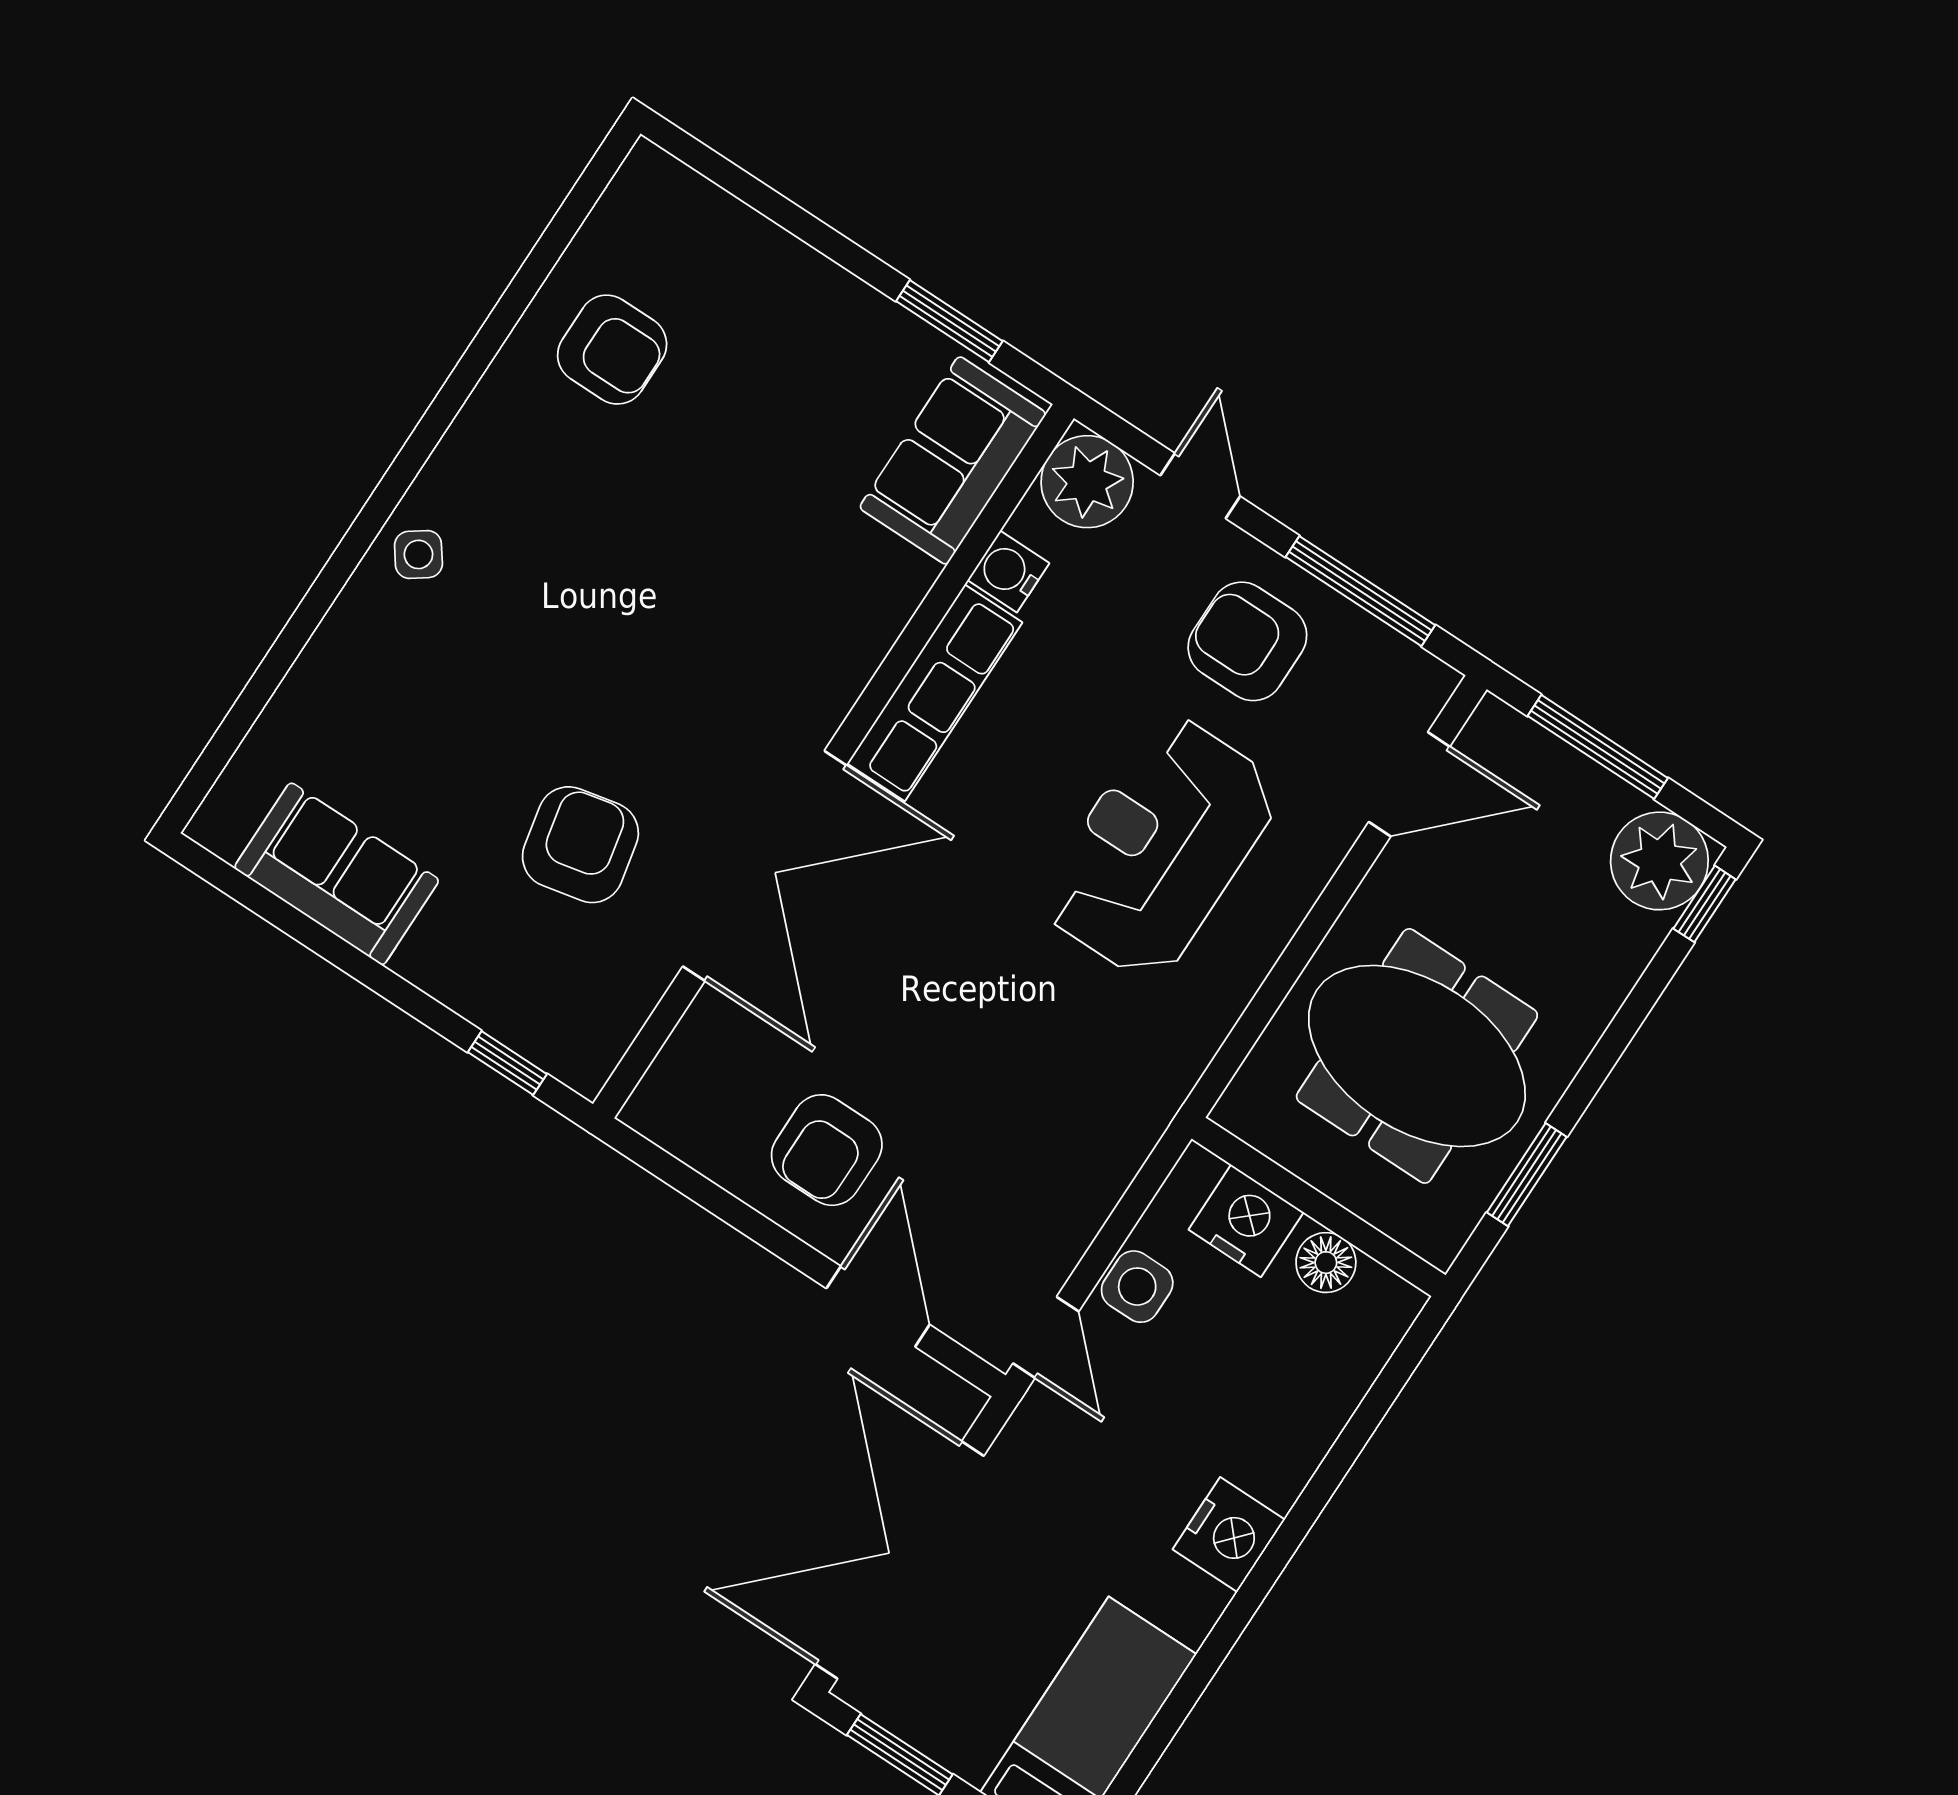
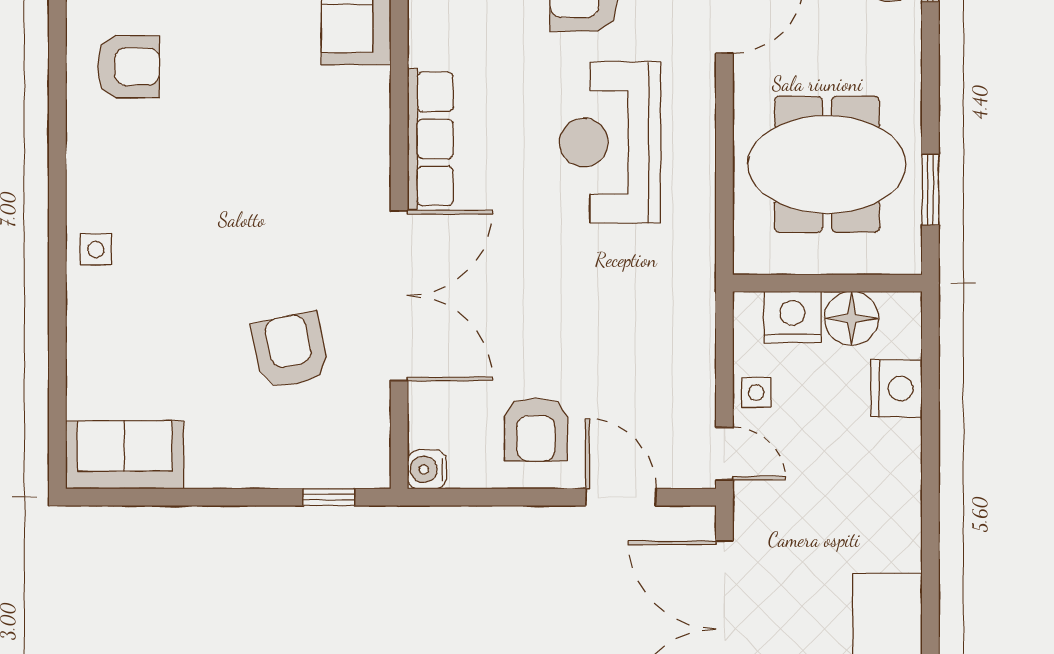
side table: (418, 554) -> (96, 249), turned 36
water cooler: (1008, 572) -> (427, 469), moved
sofa: (337, 874) -> (125, 455), moved
floor lamp: (1326, 1263) -> (852, 318), width x1.38, depth x1.38
side table: (1137, 1287) -> (756, 392), width x0.73, depth x0.73
nightstand: (1229, 1535) -> (896, 388), moved

